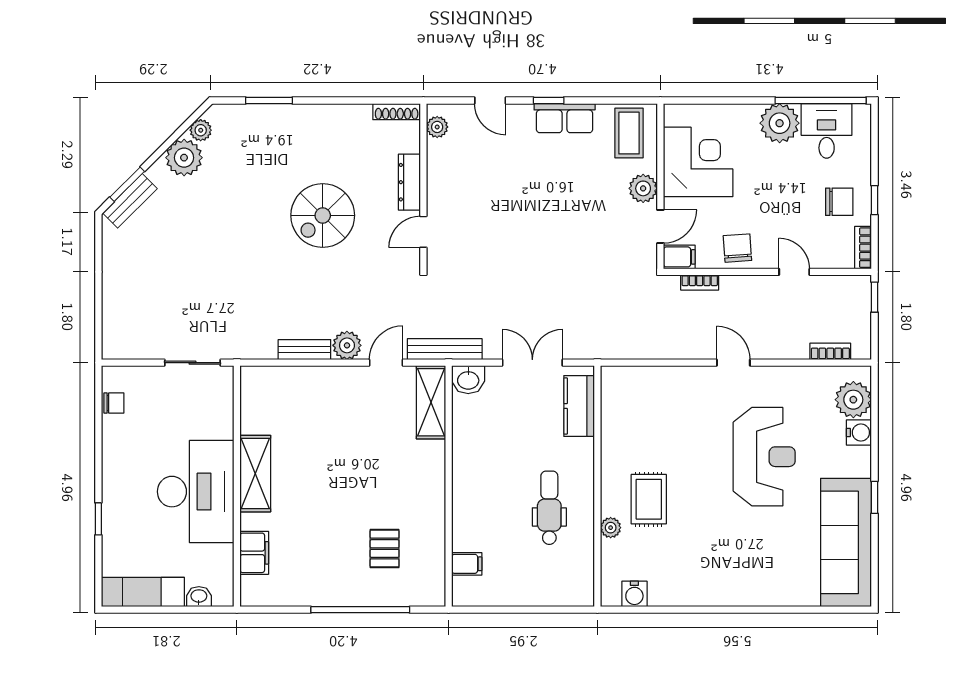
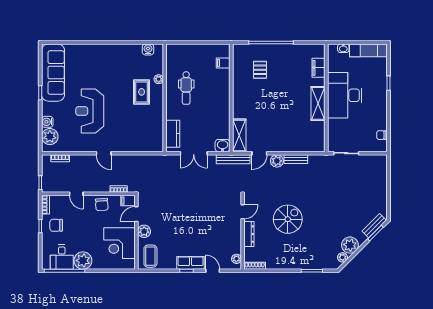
row of seats: (565, 118) -> (191, 263), moved

